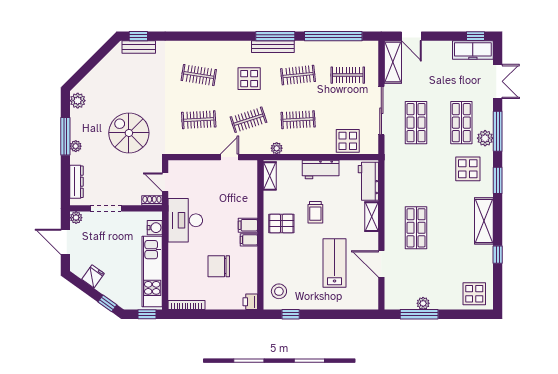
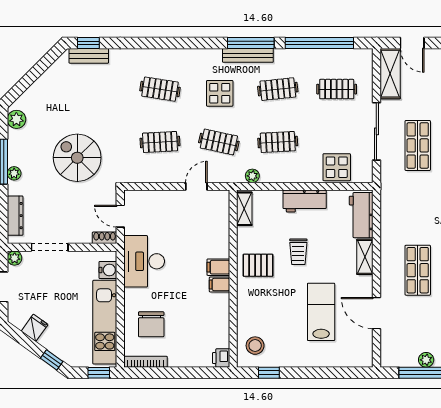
clothes rail: (248, 120) -> (219, 142), turned 30
chair: (219, 266) -> (151, 324), moved, turned -90

